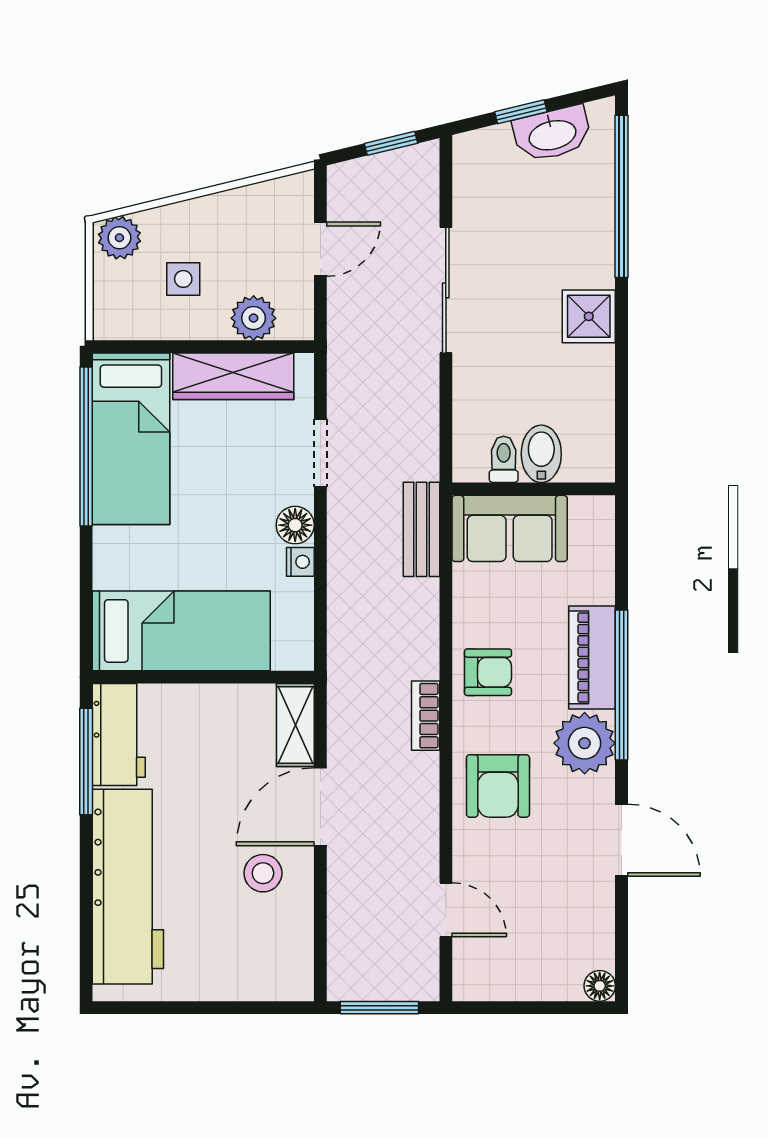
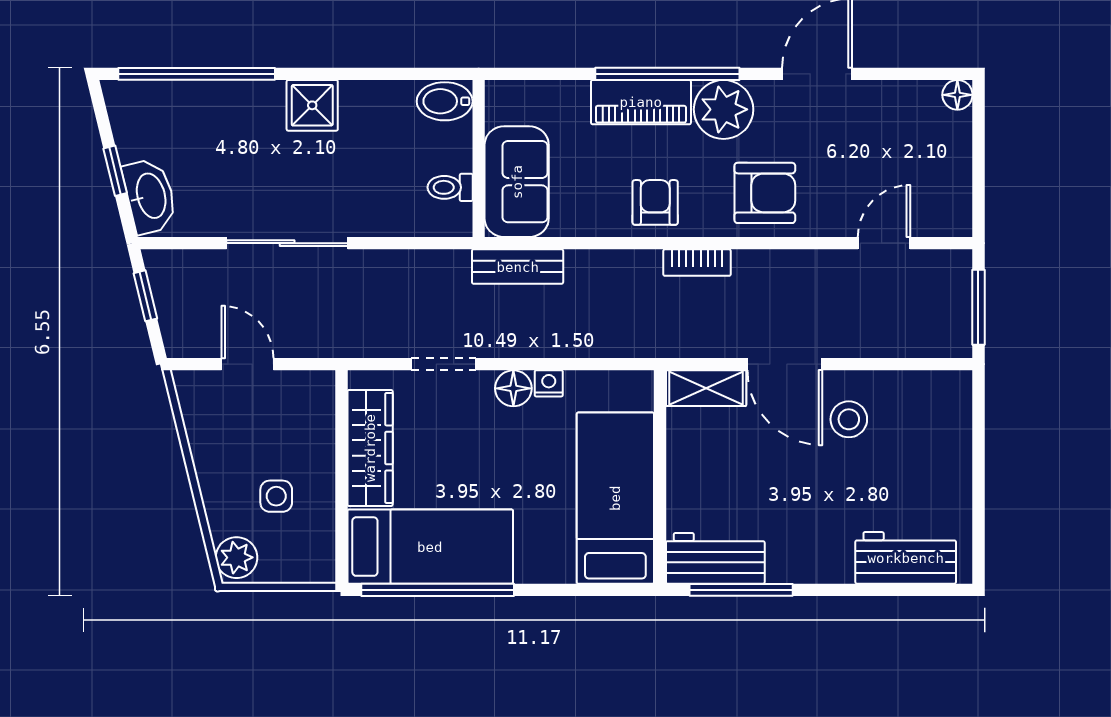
washbasin: (552, 134) -> (150, 196), moved
plant: (254, 318) -> (314, 428), removed
bidet: (541, 454) -> (445, 101), moved
workbench: (128, 887) -> (906, 558), width x0.53, depth x0.76

